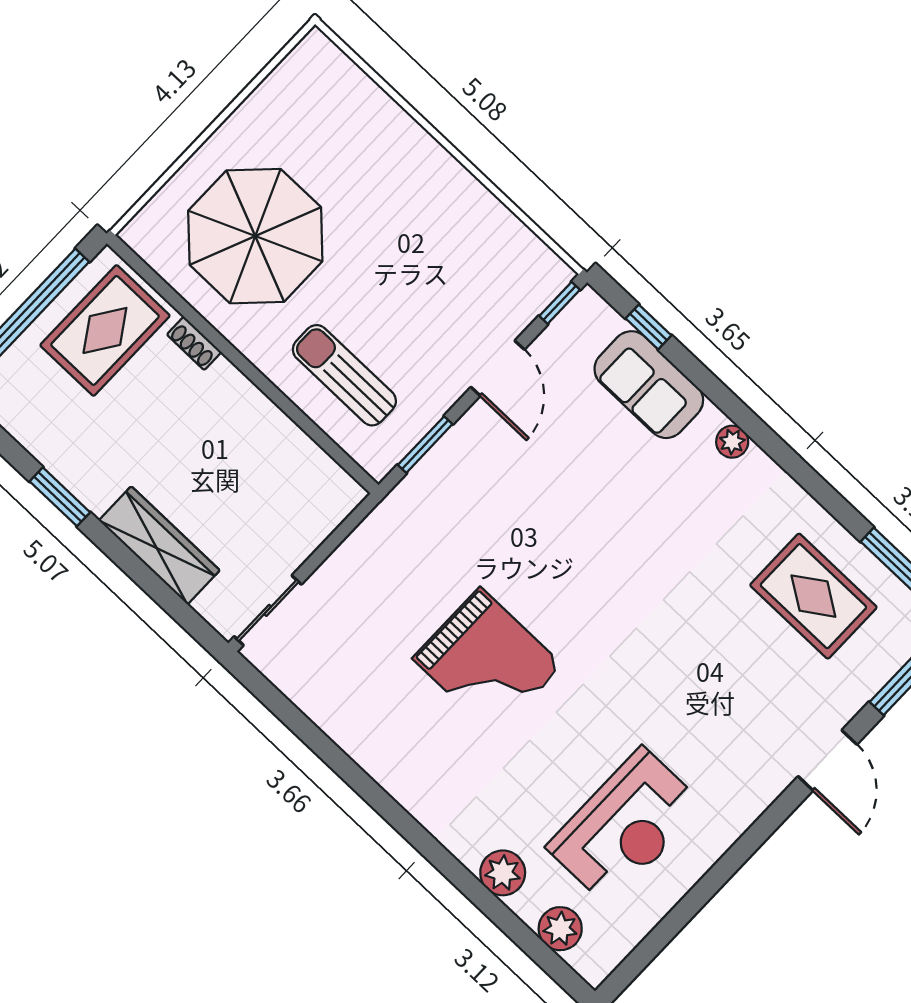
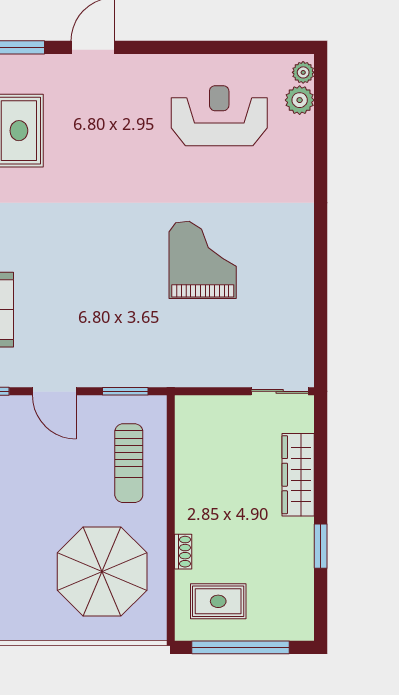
rug: (105, 330) -> (218, 601), width x0.73, depth x0.70
door: (498, 368) -> (54, 391), swing flipped
plant: (503, 873) -> (303, 72), moved, width x0.73, depth x0.73

